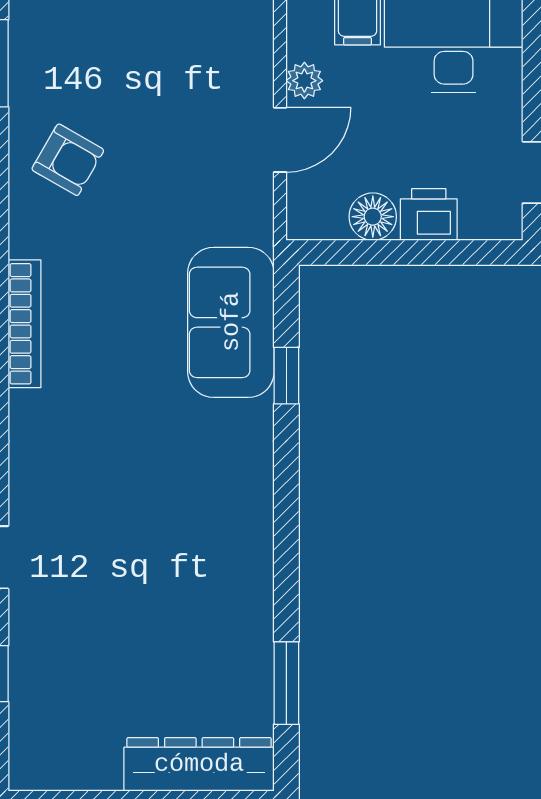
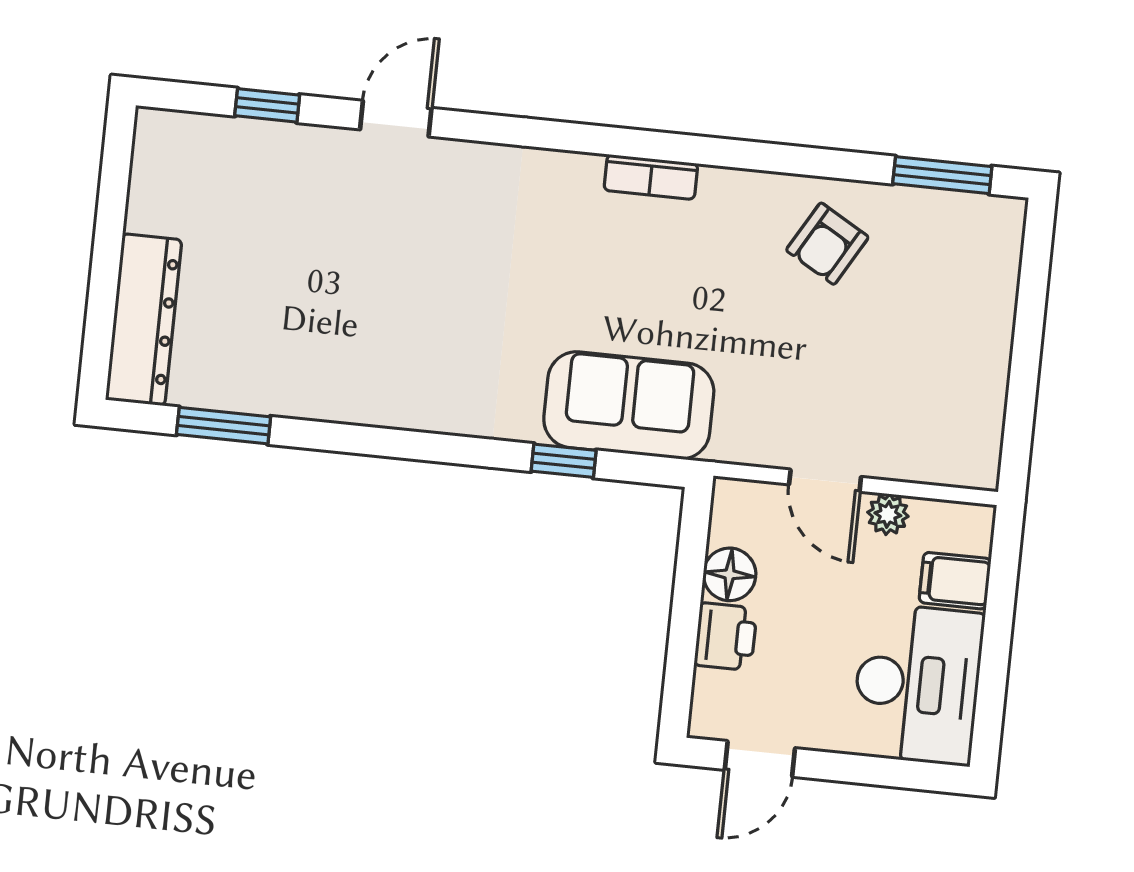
bookcase: (24, 324) -> (651, 177), width x0.64

